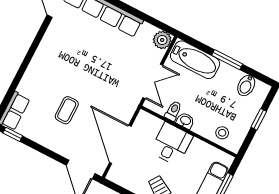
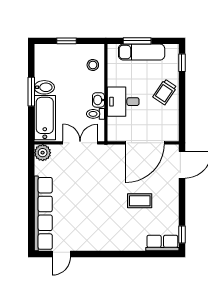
bidet: (246, 85) -> (44, 87), moved

